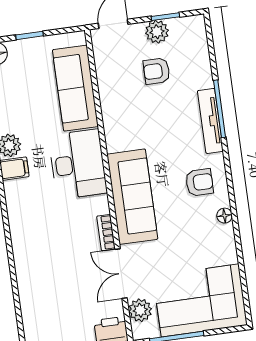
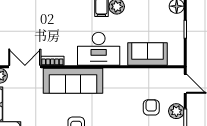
sofa: (75, 88) -> (148, 54), width x0.73

